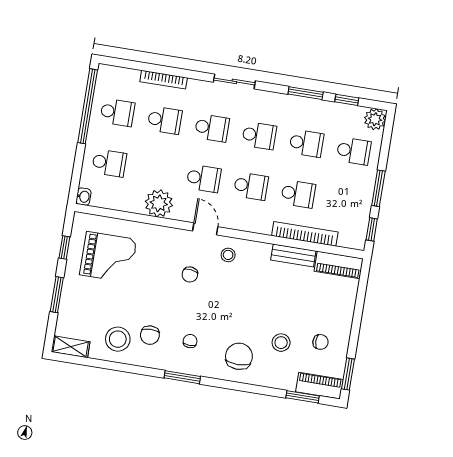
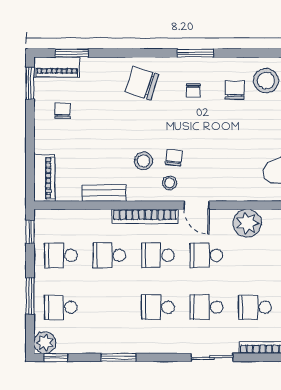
sliding door: (234, 81) -> (212, 357), moved
window: (347, 100) -> (56, 357), moved
school desk: (306, 143) -> (61, 255), moved
window: (378, 188) -> (30, 296), moved
bookcase: (305, 234) -> (145, 217), moved
piano: (339, 265) -> (44, 178), moved, turned 90
chair: (190, 274) -> (174, 158), moved
chair: (320, 342) -> (63, 111), turned 90
stool: (281, 343) -> (144, 161), moved
chair: (239, 356) -> (142, 83), turned 108

